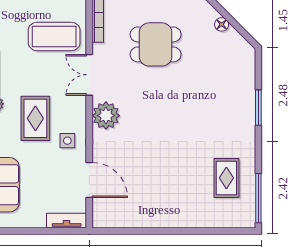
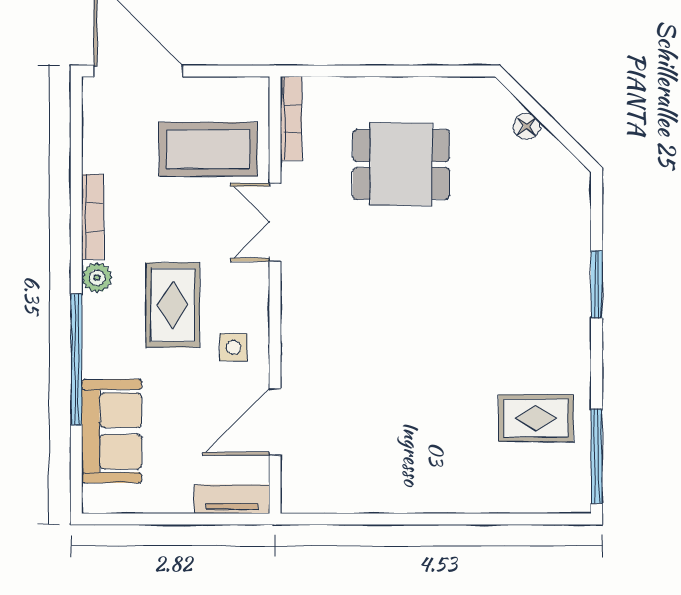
plant: (106, 116) -> (307, 299), removed
rug: (226, 178) -> (536, 418), turned 90
door: (89, 180) -> (275, 422), swing flipped

